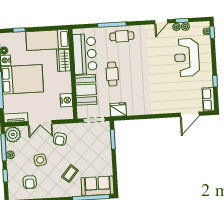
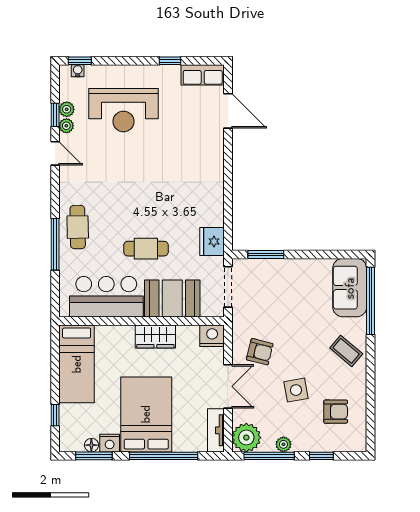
wardrobe: (64, 60) -> (155, 336), moved
nightstand: (66, 100) -> (212, 336), moved
coffee table: (70, 174) -> (346, 351), moved

